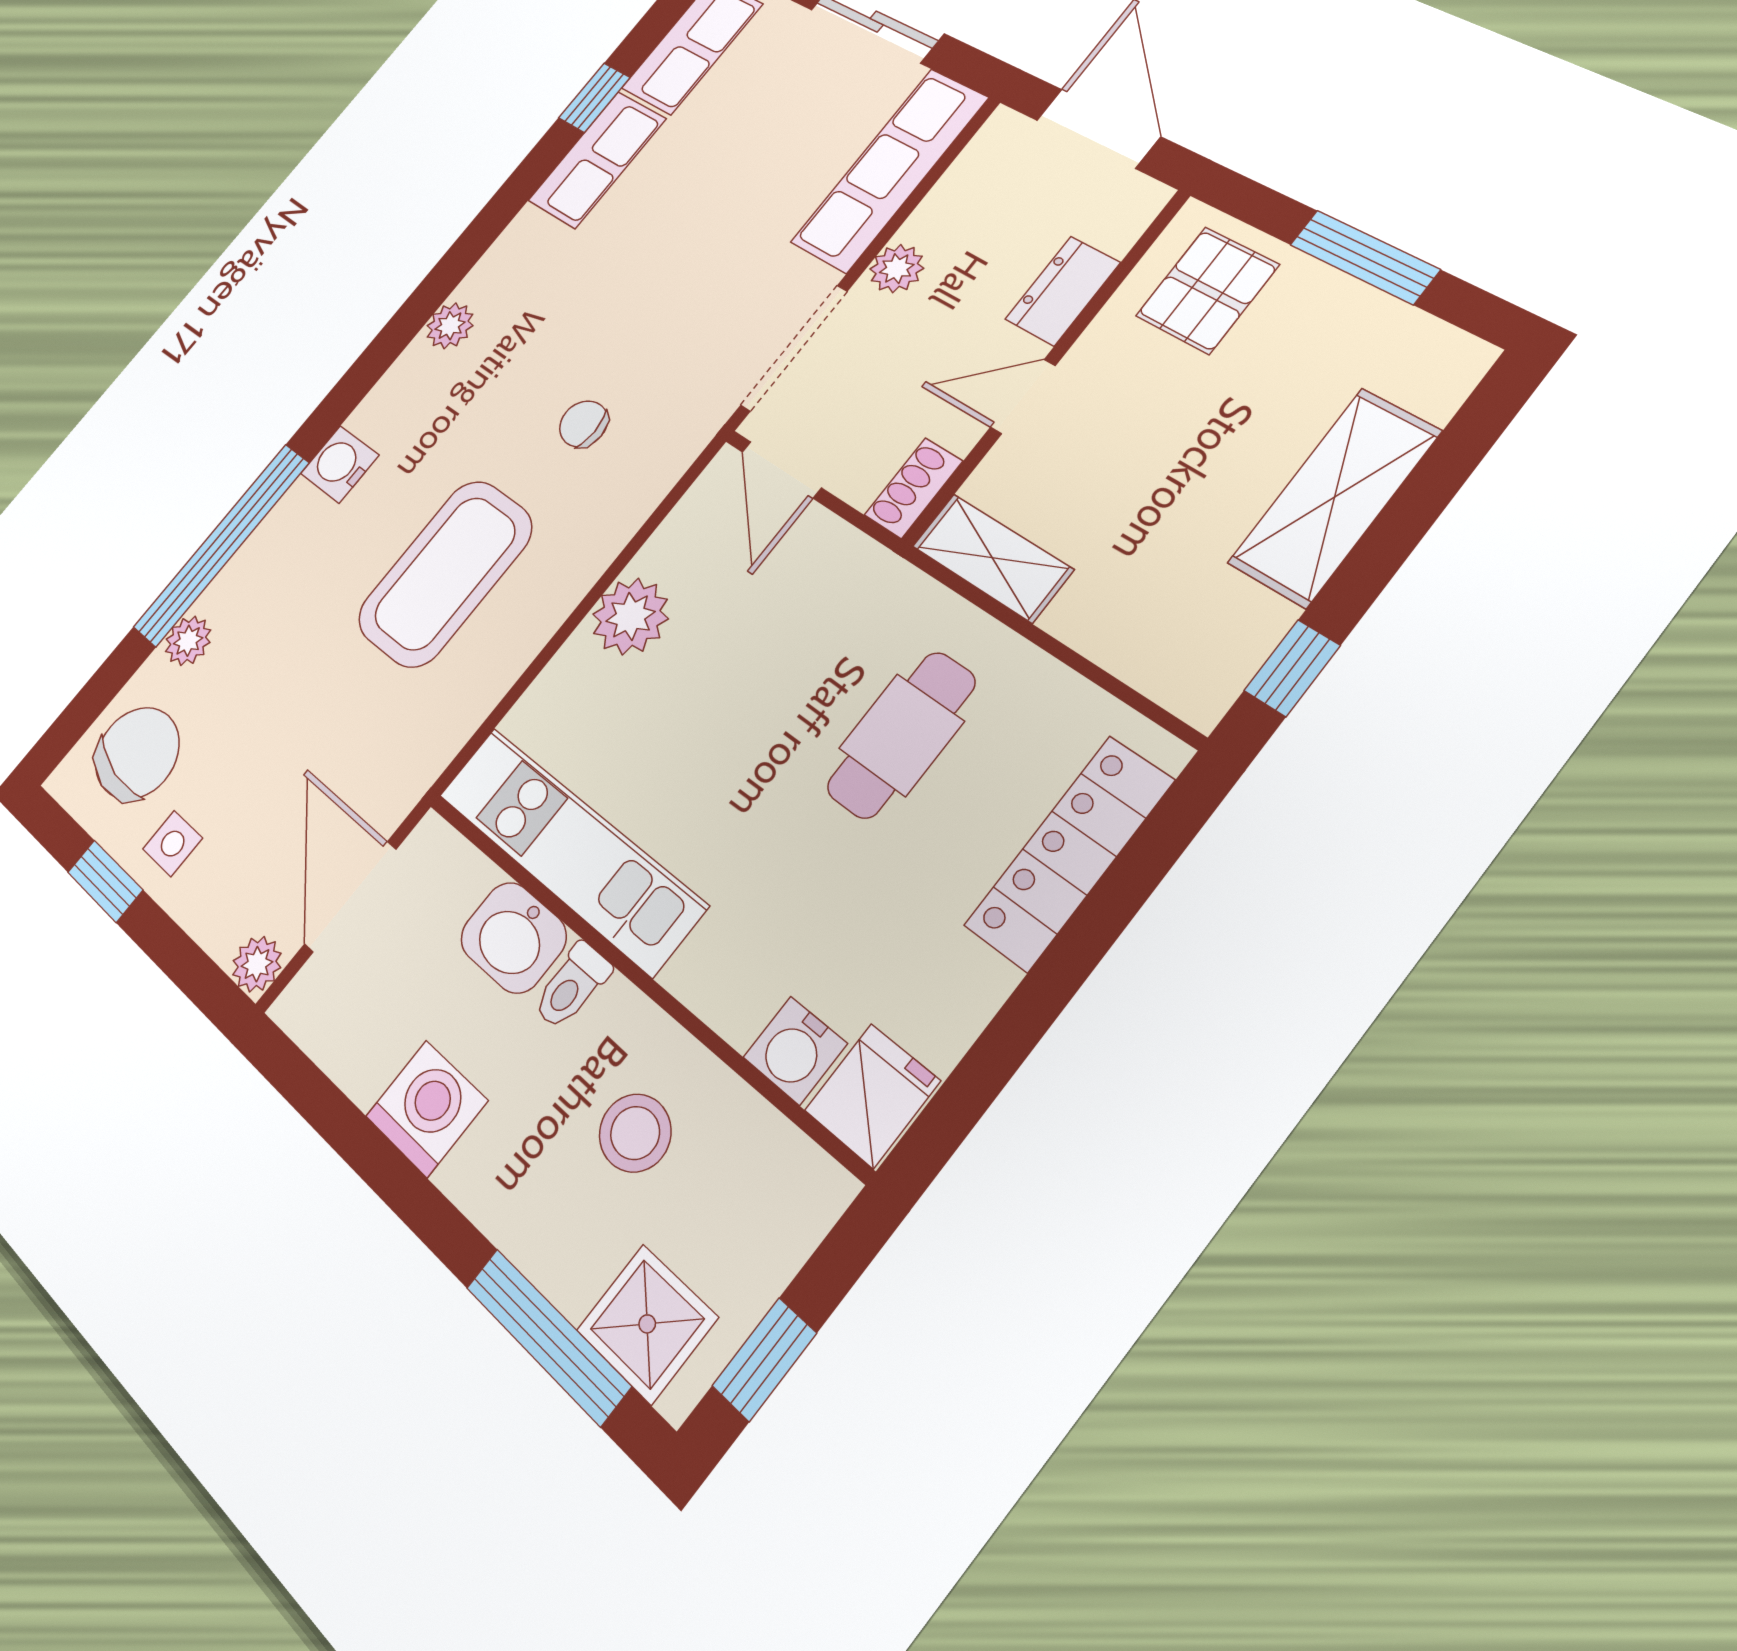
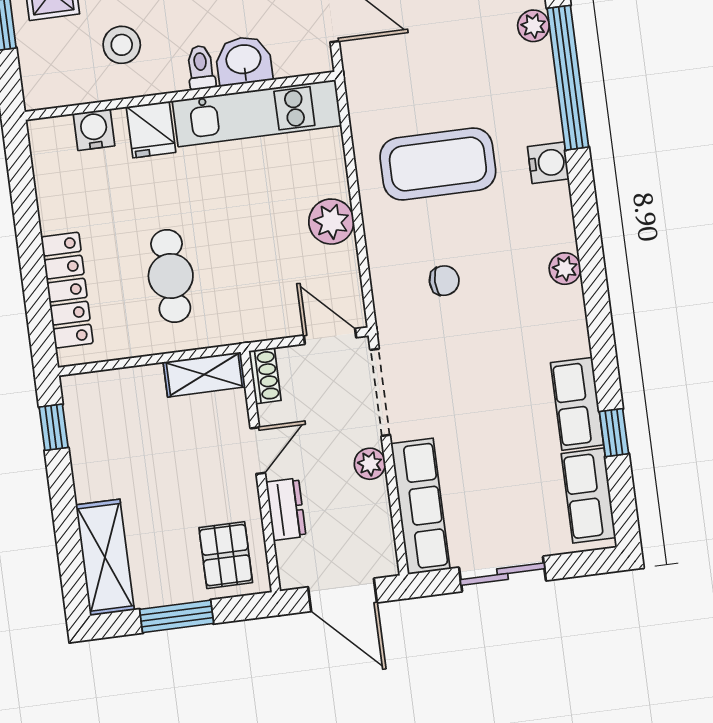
shelving: (1334, 497) -> (105, 557), moved
coffee table: (445, 573) -> (438, 164), turned 90
fridge: (872, 1096) -> (151, 130), moved

